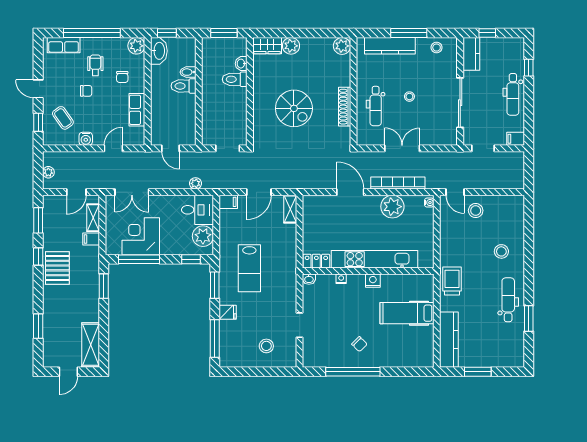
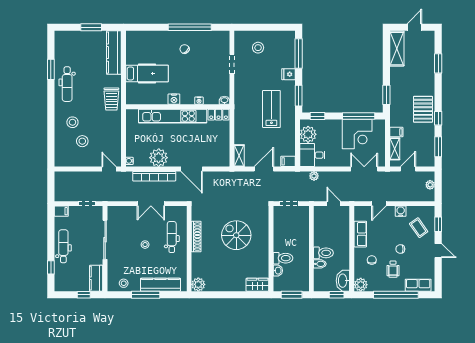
plant: (291, 46) -> (239, 285), removed
stool: (476, 211) -> (82, 141), moved

